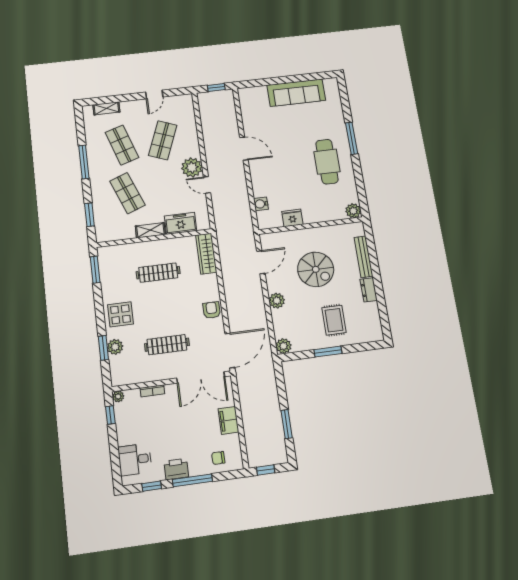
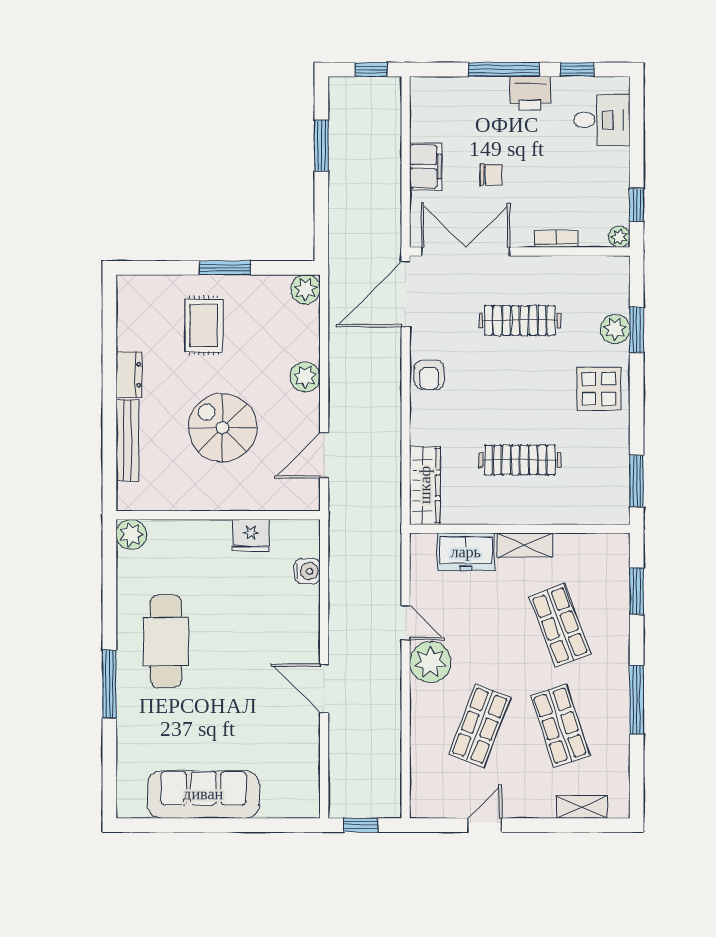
chair: (218, 458) -> (491, 175), moved

